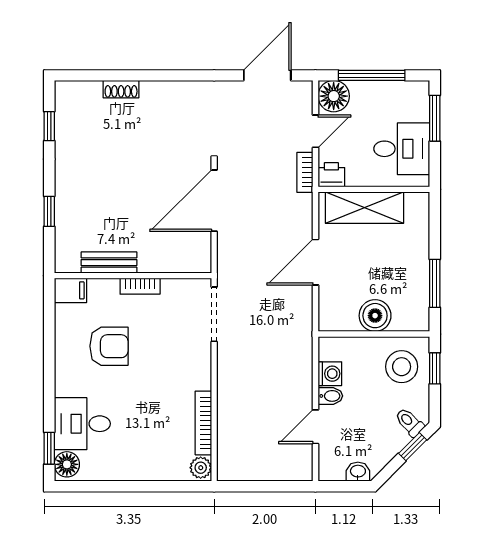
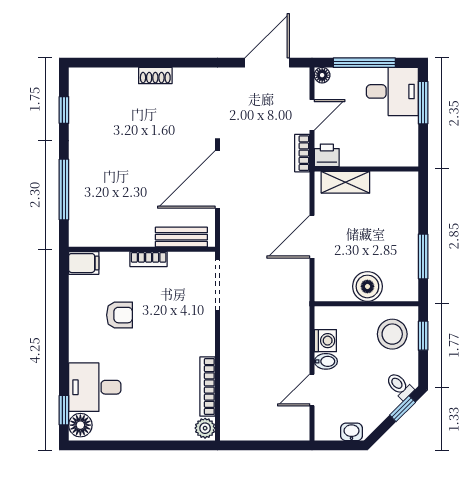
shoe rack: (121, 89) -> (155, 76), moved
floor lamp: (334, 96) -> (322, 75), width x0.53, depth x0.53
desk: (402, 149) -> (392, 91), moved
shelving: (364, 208) -> (345, 182), width x0.67, depth x0.75
window: (49, 211) -> (64, 190), width x2.17
bench: (109, 263) -> (181, 237), moved
armchair: (109, 346) -> (120, 315), width x0.72, depth x0.72

